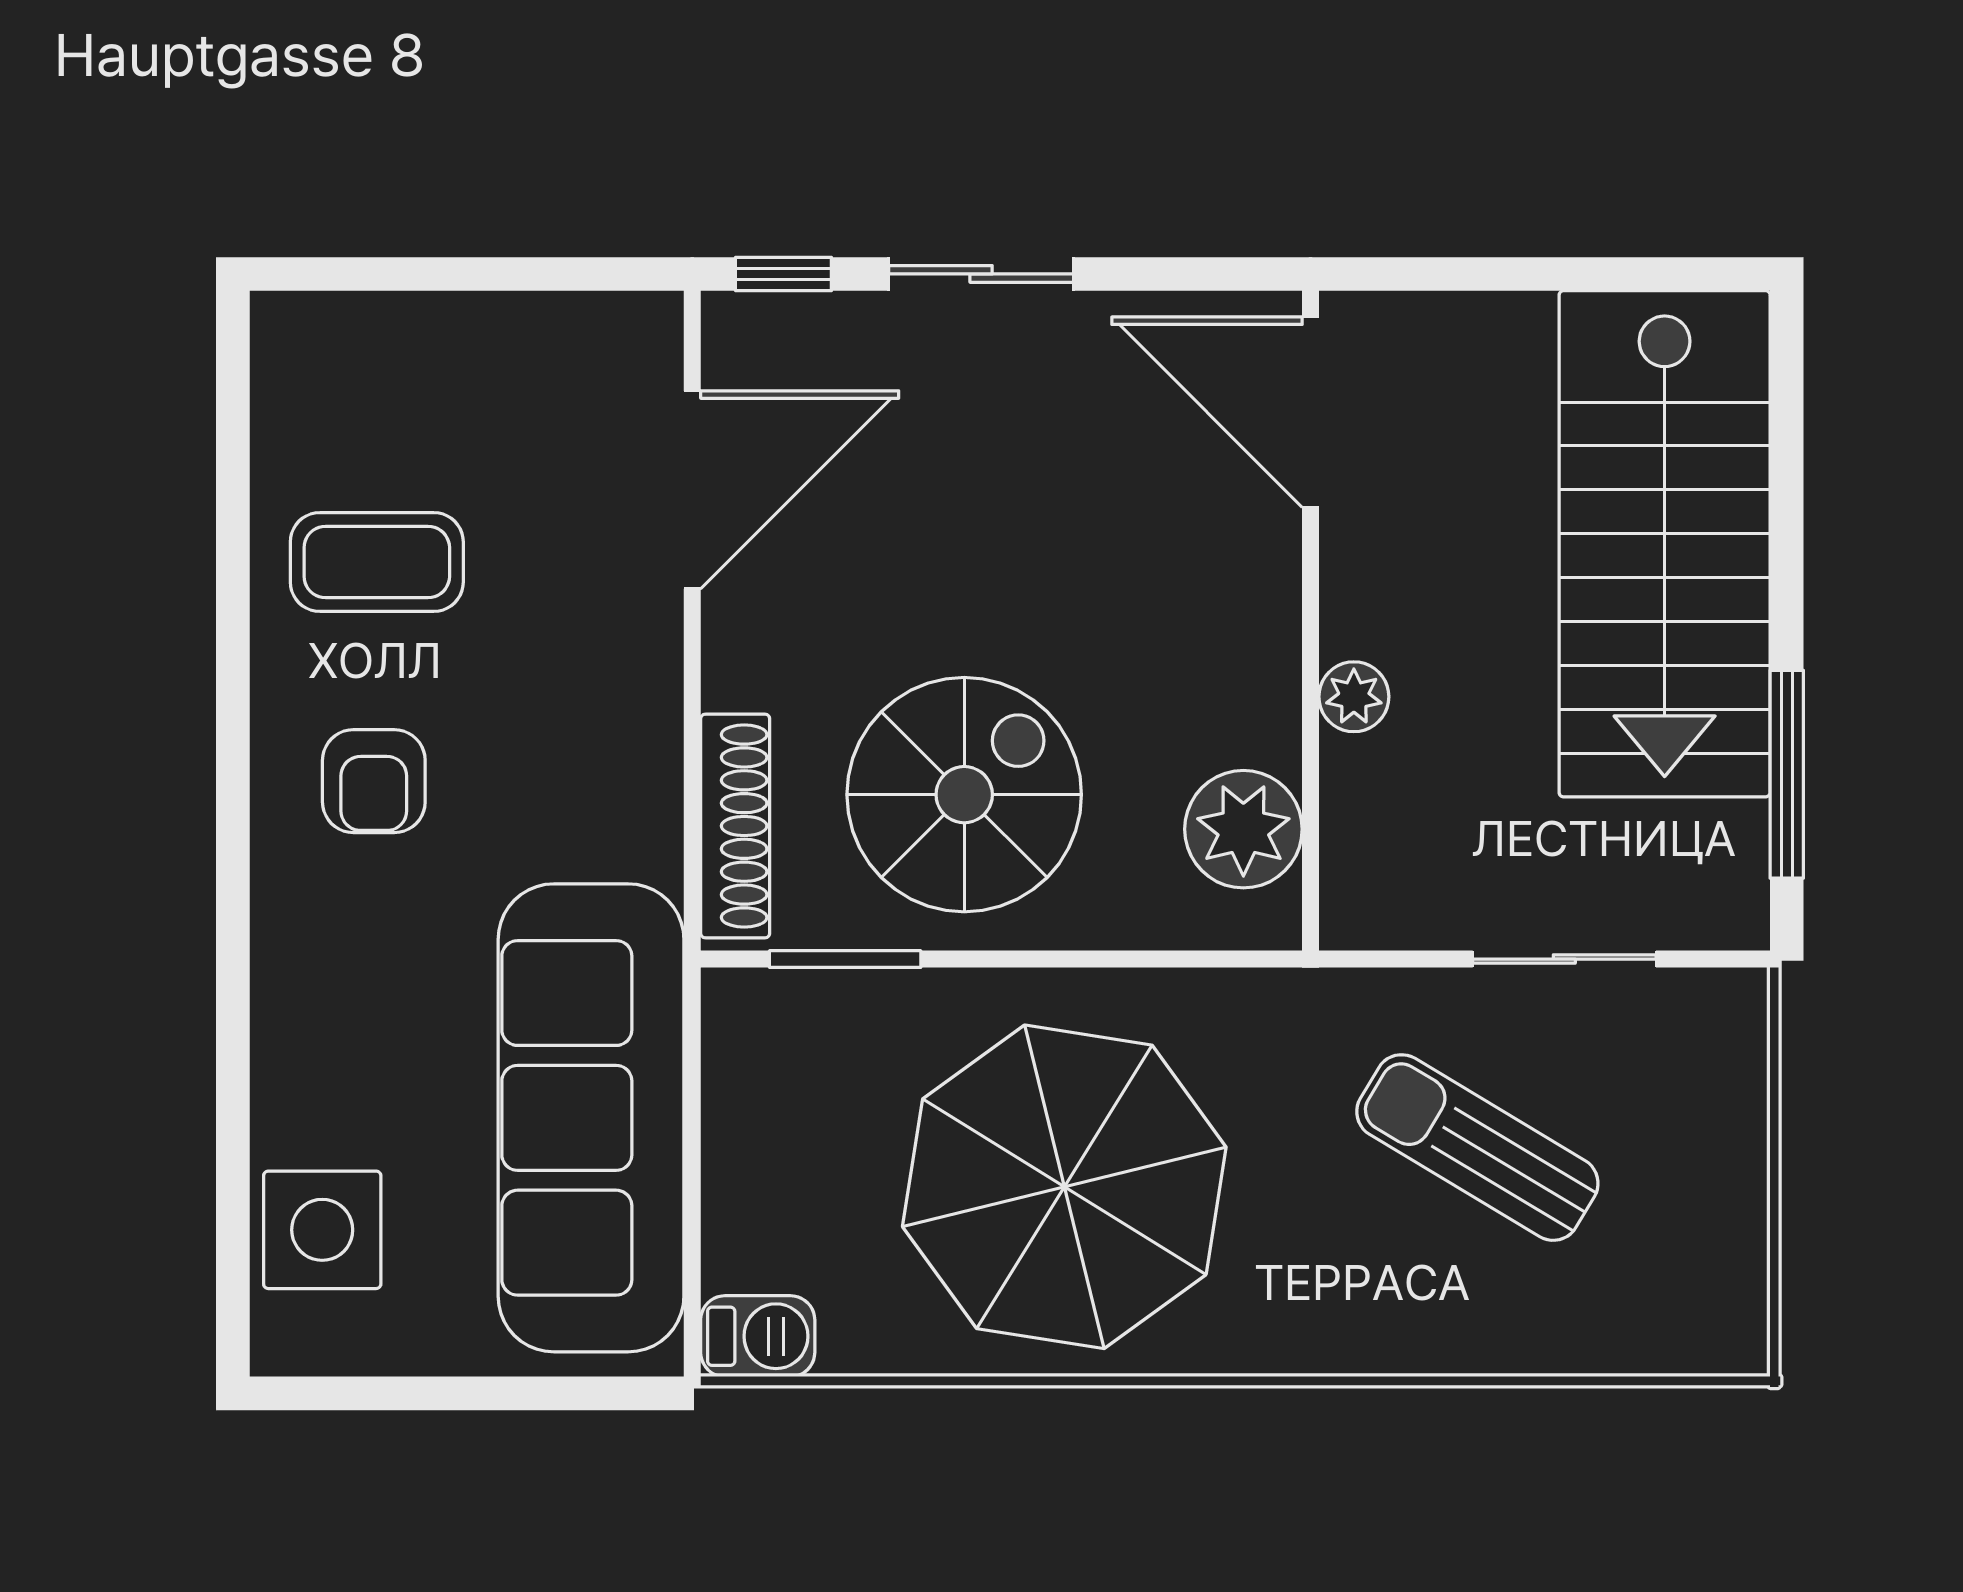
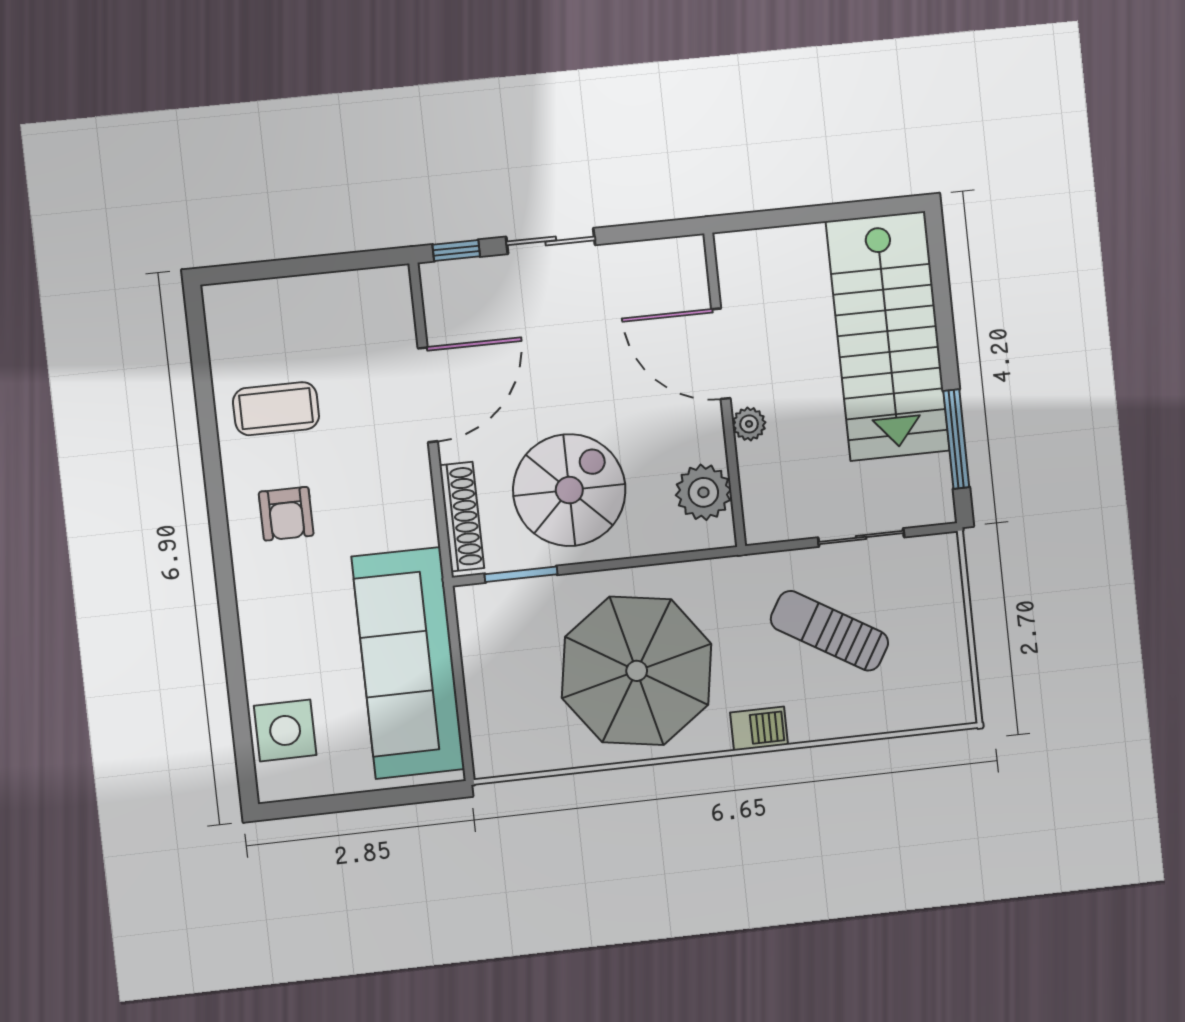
door: (1311, 412) -> (721, 354), moved
door: (692, 490) -> (428, 395), moved
barbecue: (758, 1336) -> (759, 729), moved

